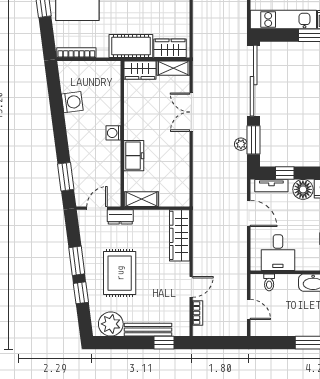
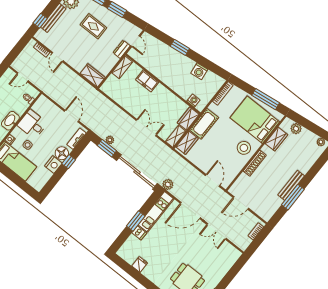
plant: (239, 31) -> (168, 185), added
washing machine: (113, 133) -> (193, 101), moved
window: (285, 173) -> (69, 162), moved
window: (66, 177) -> (180, 47), moved
door: (249, 213) -> (72, 116), swing flipped
wardrobe: (180, 235) -> (93, 75), width x0.67
desk: (278, 253) -> (32, 124), moved
rug: (120, 273) -> (93, 26), width x0.73, depth x0.70

